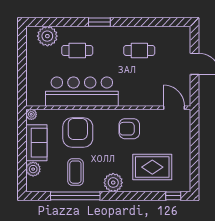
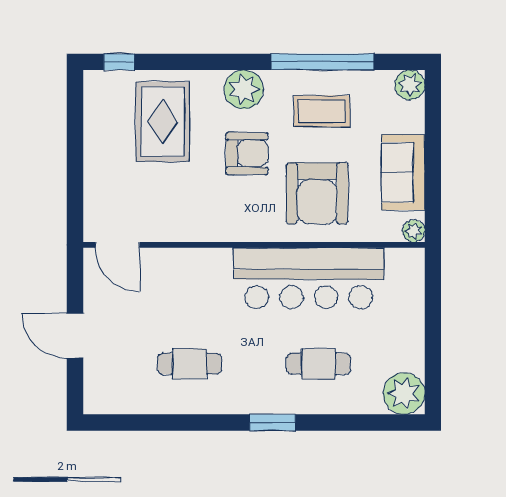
plant: (47, 36) -> (404, 394), moved
armchair: (129, 129) -> (247, 153), moved
rug: (152, 167) -> (163, 122), turned 90
plant: (33, 169) -> (410, 85), moved
coffee table: (75, 172) -> (322, 111), turned 90

